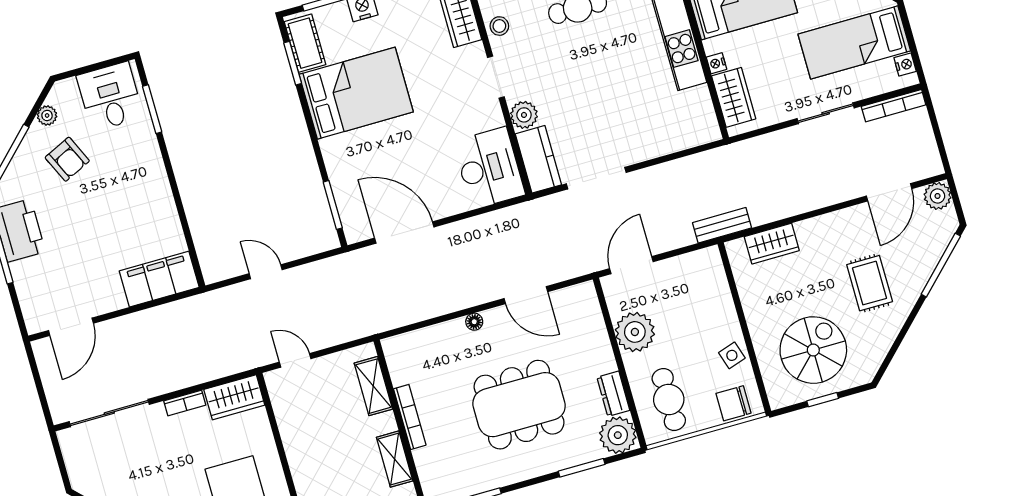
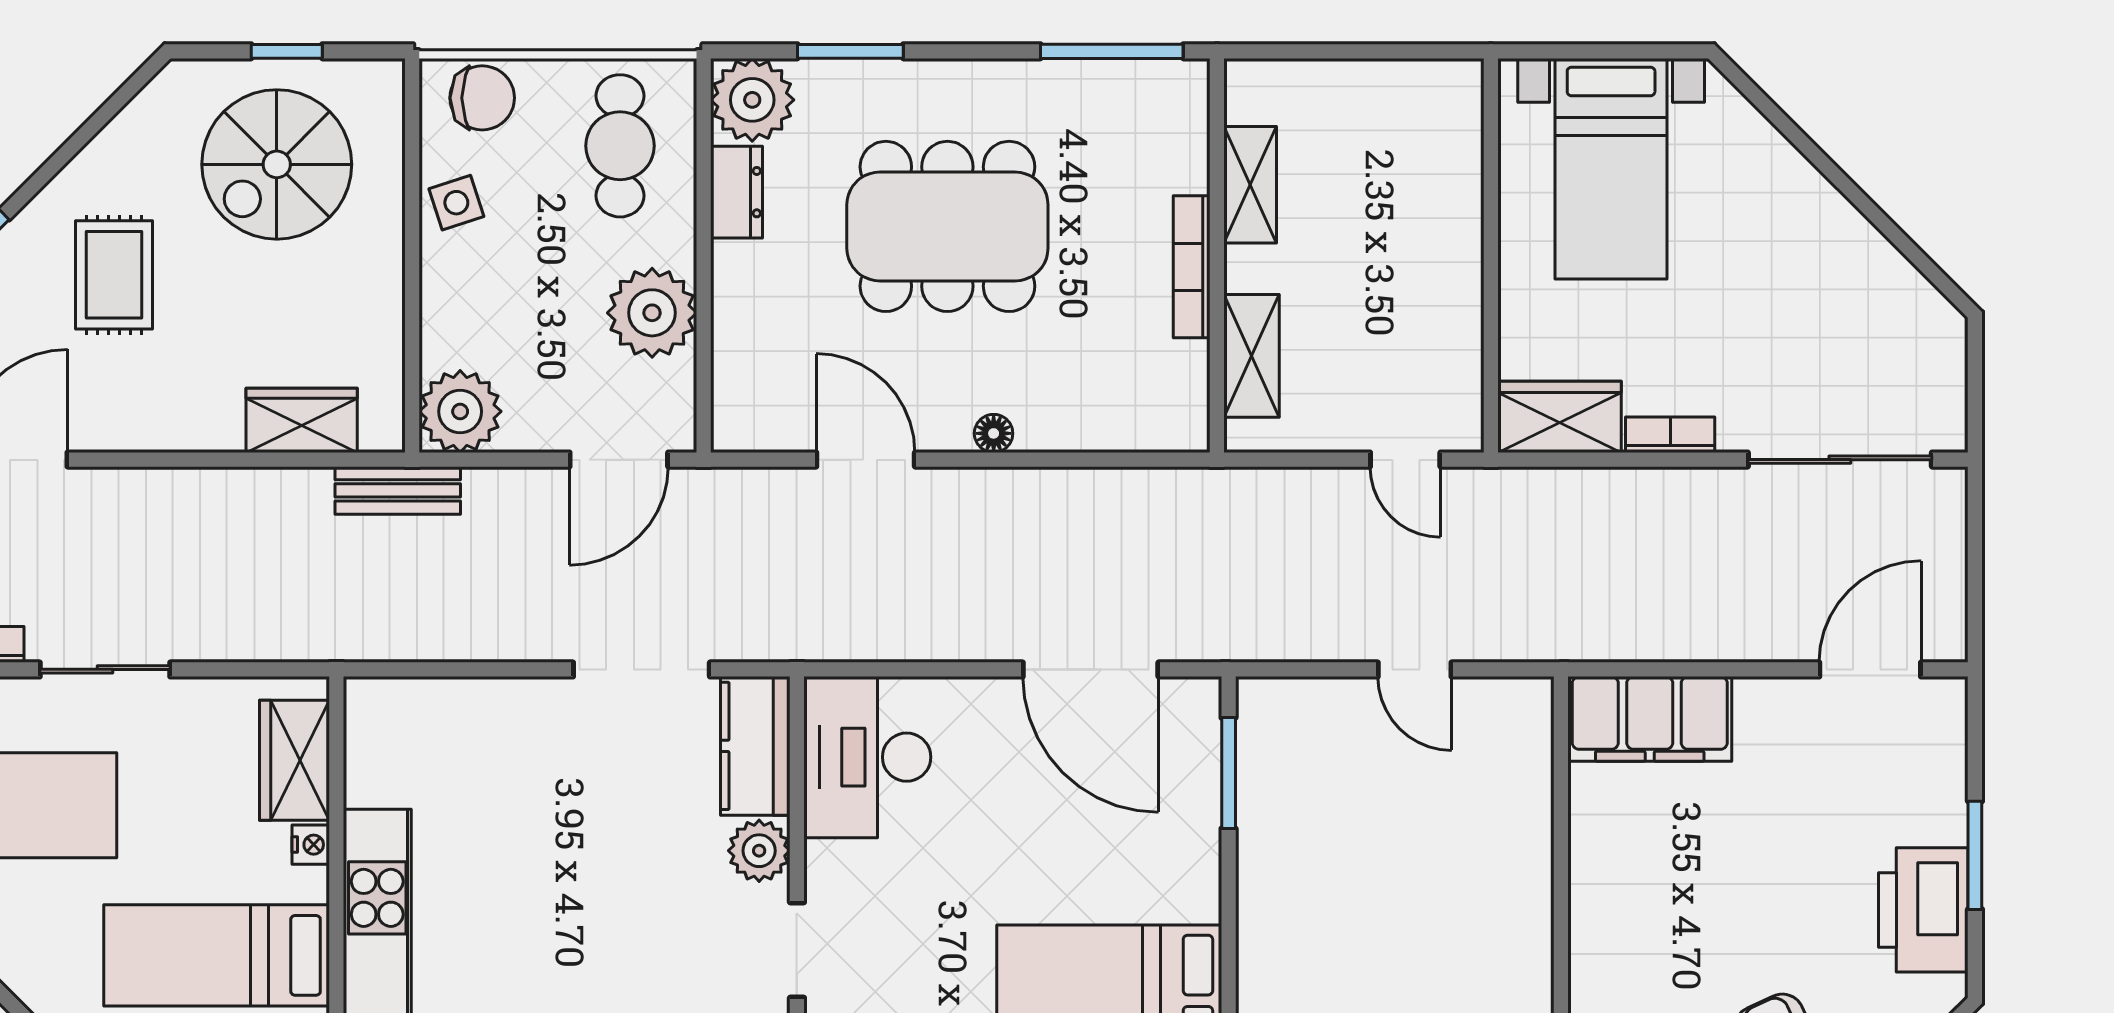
plant: (705, 267) -> (460, 411), added

